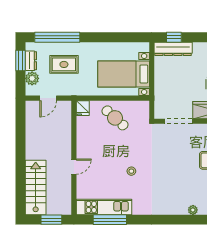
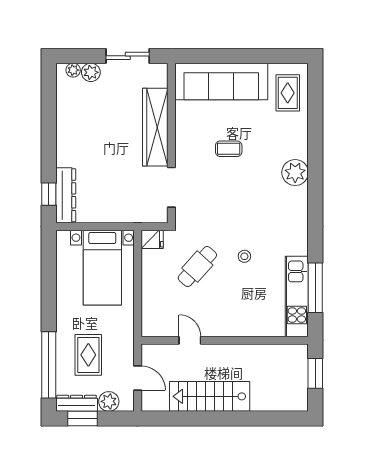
dresser: (31, 61) -> (77, 403), width x1.44
fridge: (83, 108) -> (152, 239), moved
cafe table: (115, 118) -> (197, 267), moved
door: (74, 167) -> (190, 340), moved
stairs: (36, 187) -> (210, 396), moved
plant: (193, 210) -> (295, 173), width x1.88, depth x1.88

